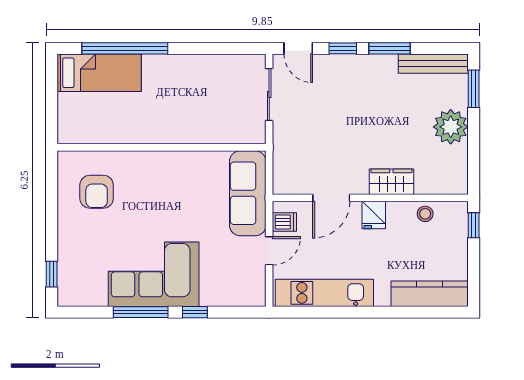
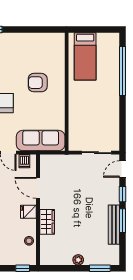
bench: (433, 64) -> (114, 225), moved
bed: (99, 73) -> (85, 56), moved
plant: (451, 127) -> (78, 260), width x0.53, depth x0.53
armchair: (97, 192) -> (38, 83), moved

